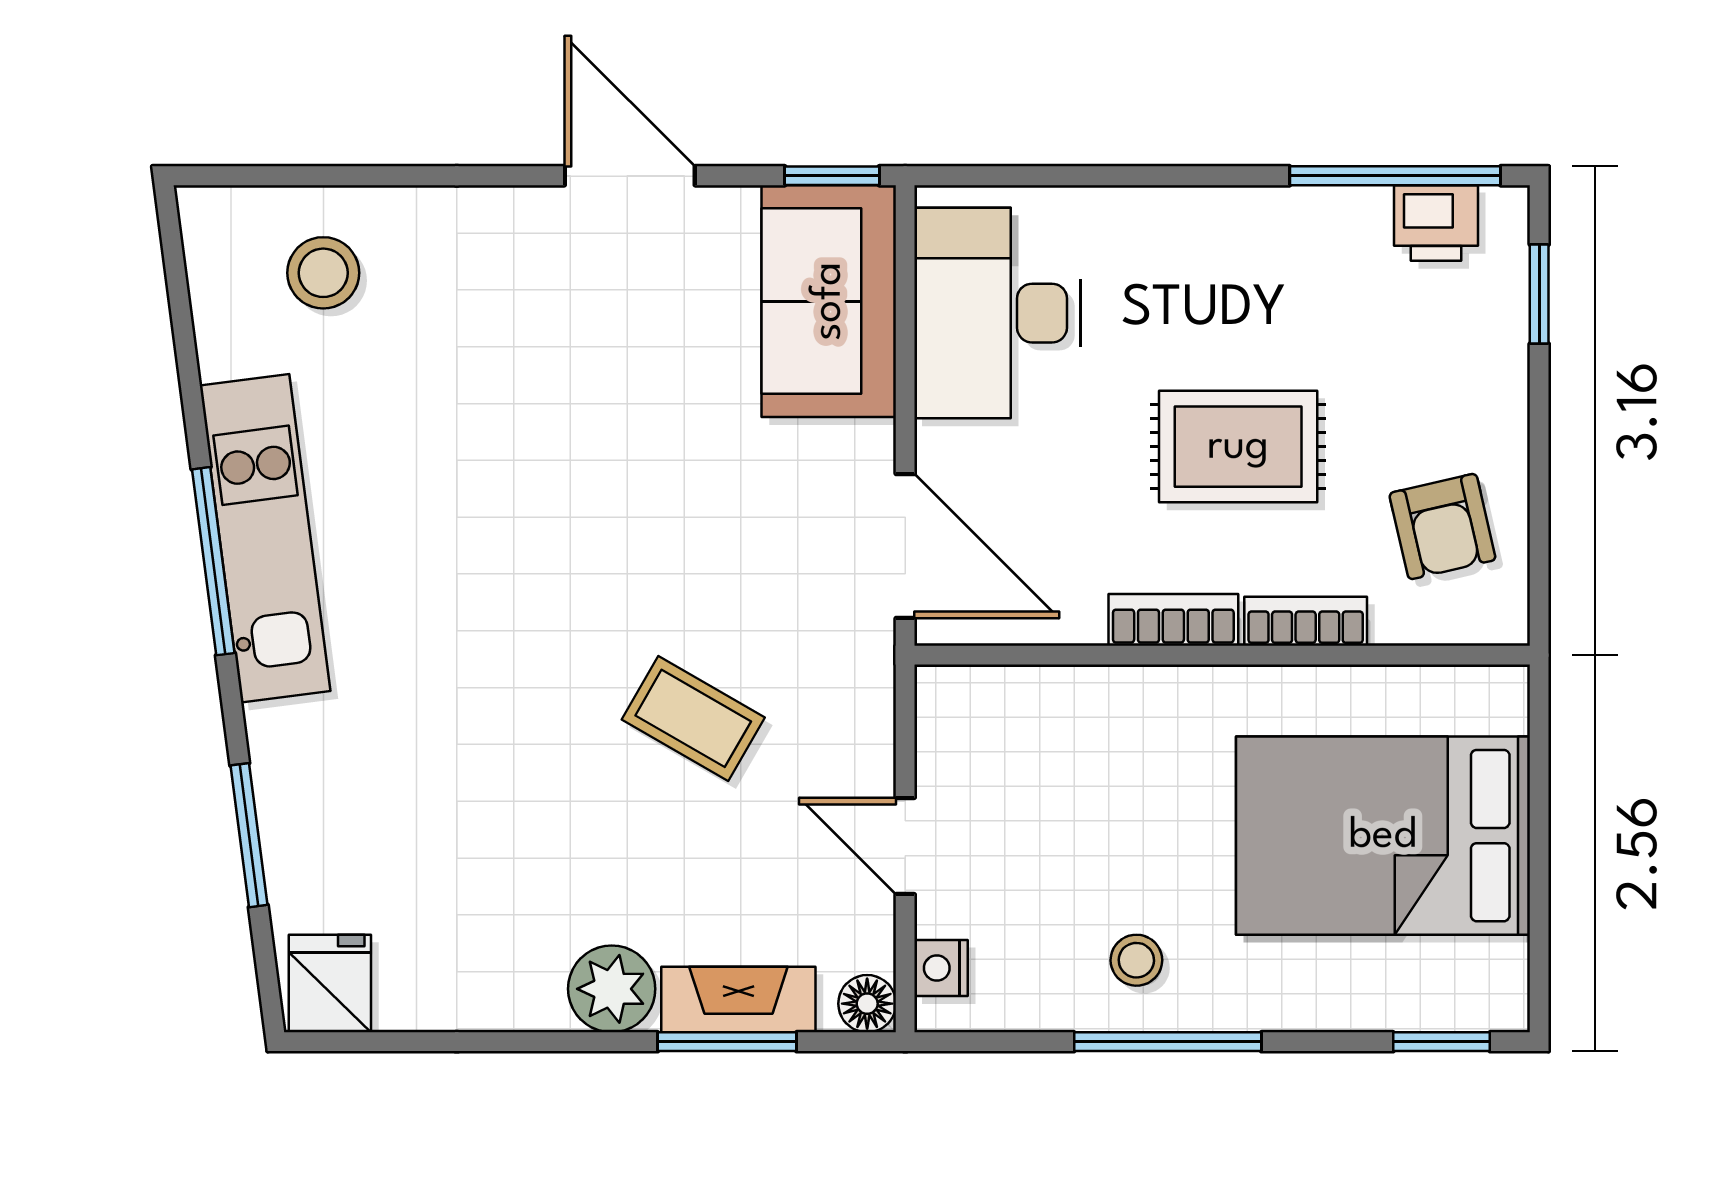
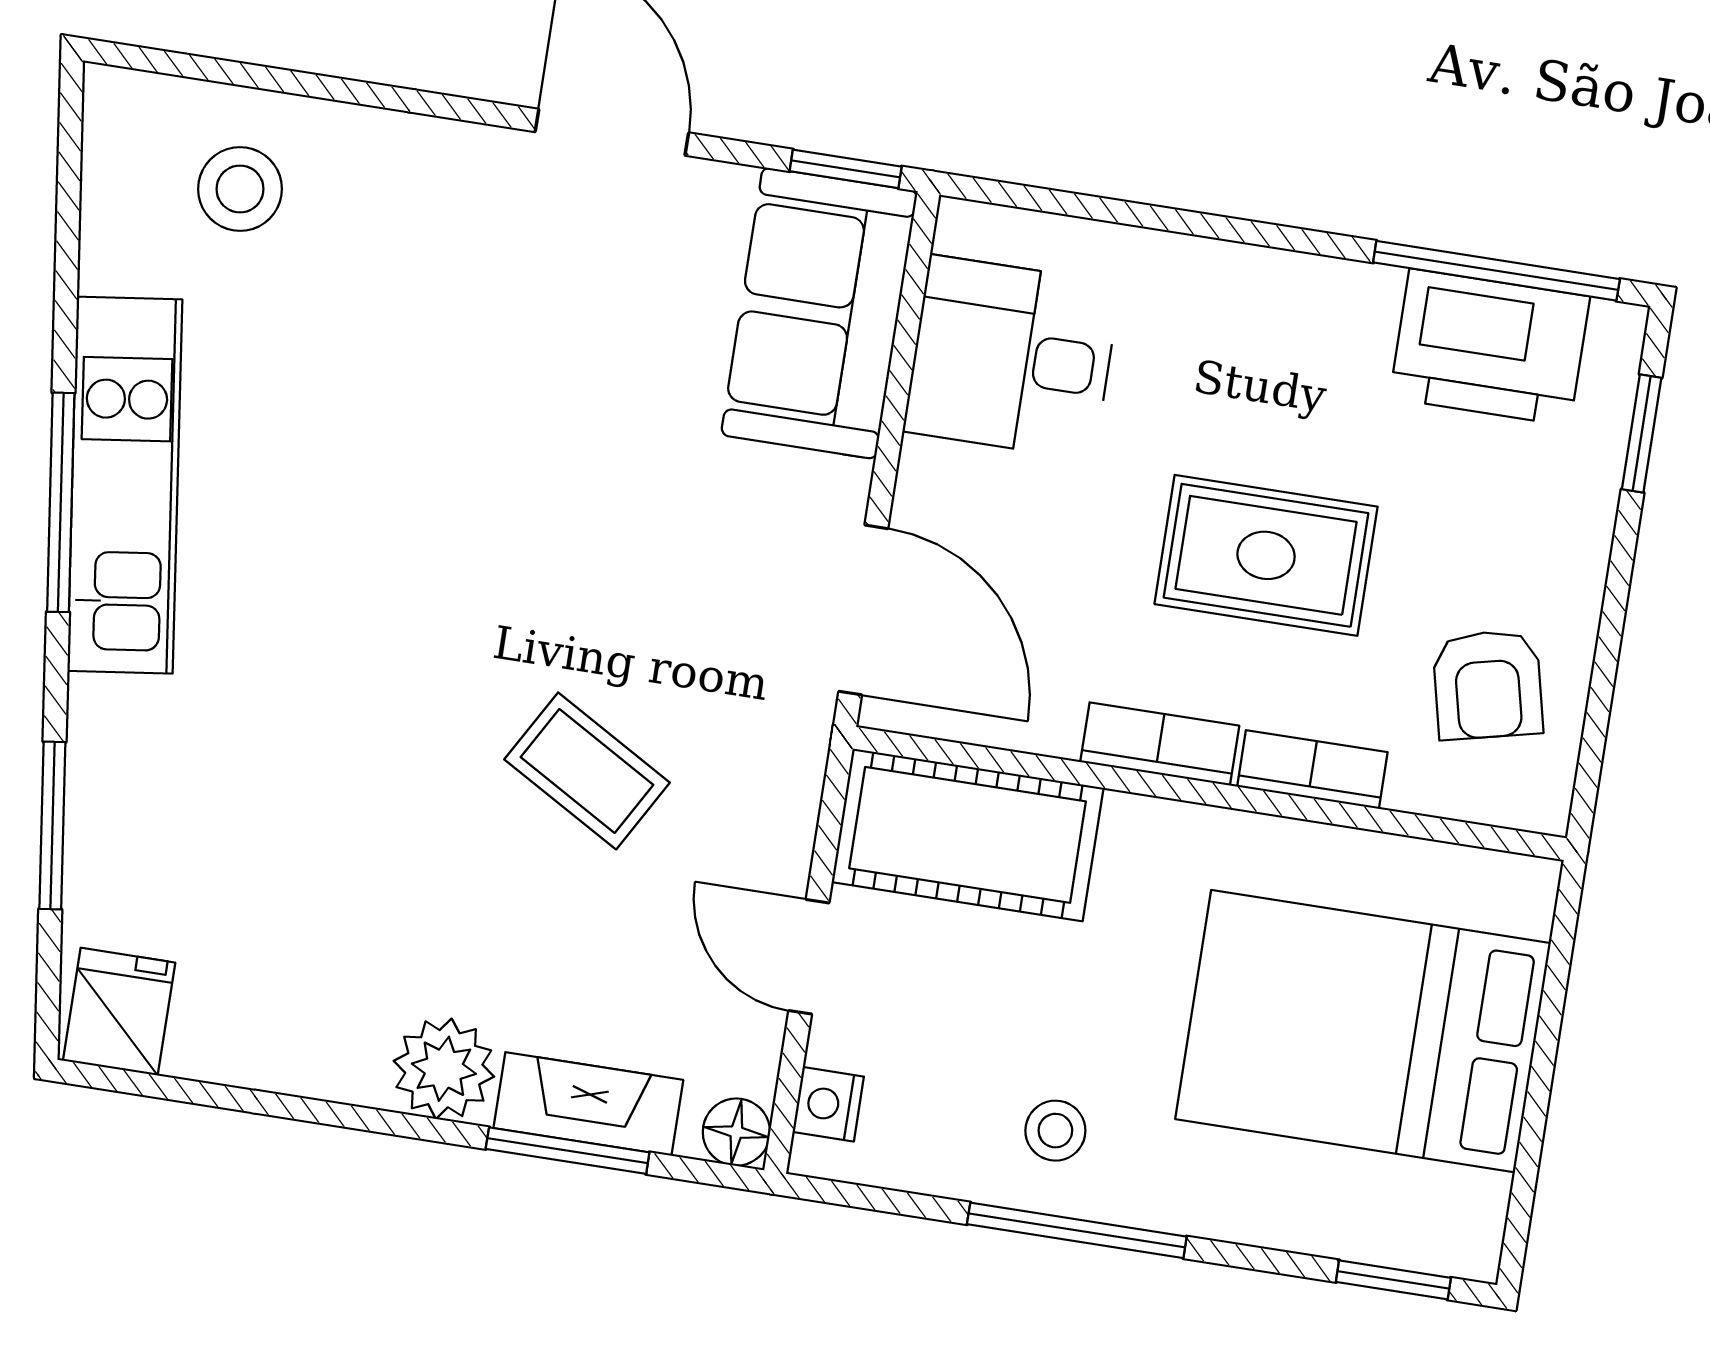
printer: (1436, 223) -> (1490, 347), width x1.87, depth x1.48
desk: (997, 313) -> (1012, 358), width x0.73
cot: (1023, 722) -> (968, 835), added

